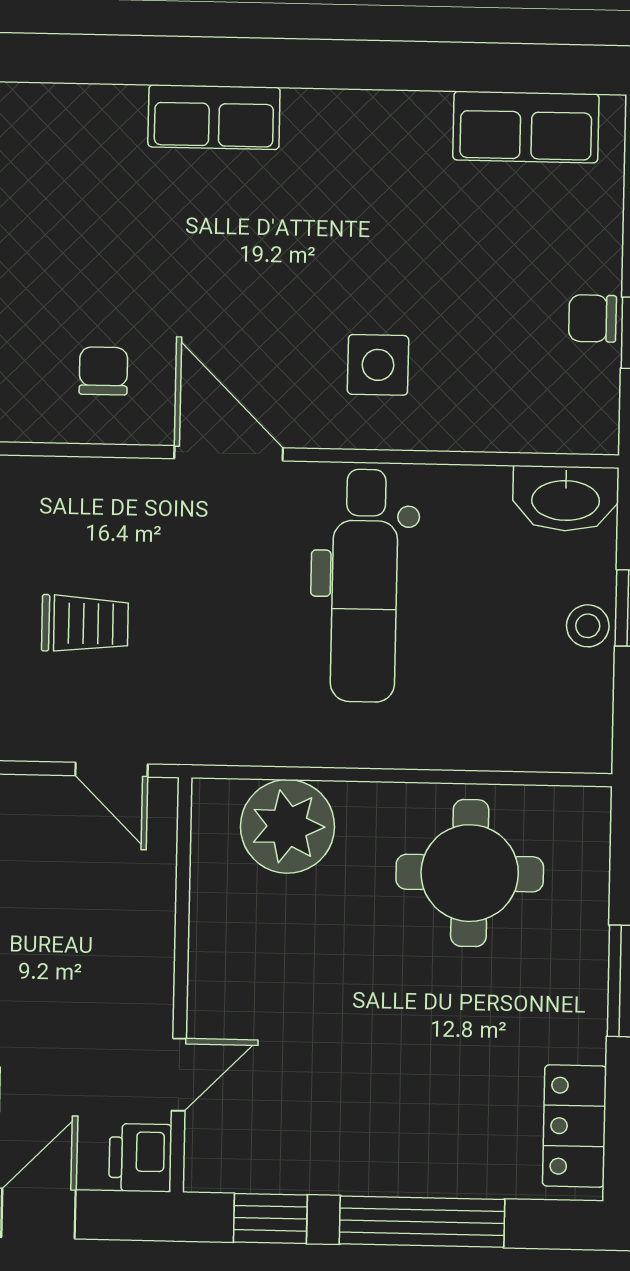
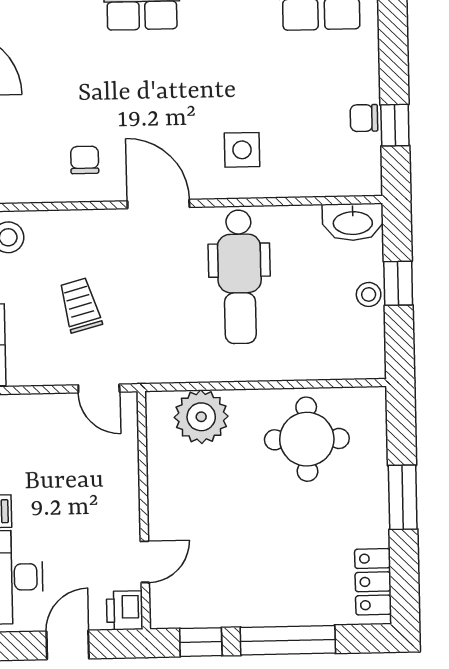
trolley: (85, 624) -> (80, 305), turned -105

